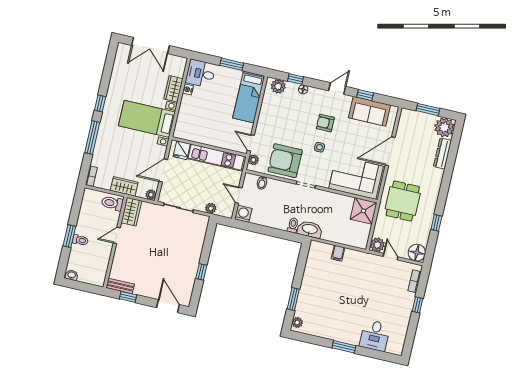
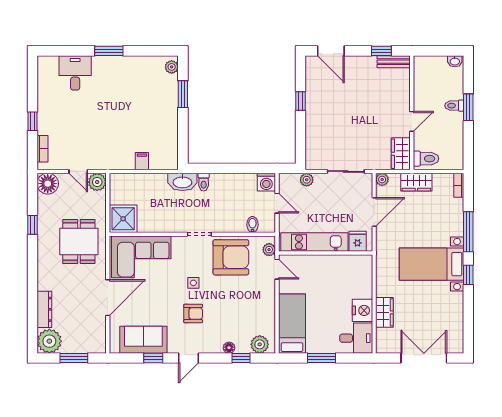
nightstand: (188, 89) -> (363, 310), width x1.89, depth x1.79
bed with nightstands: (147, 119) -> (431, 264), moved, turned 180

